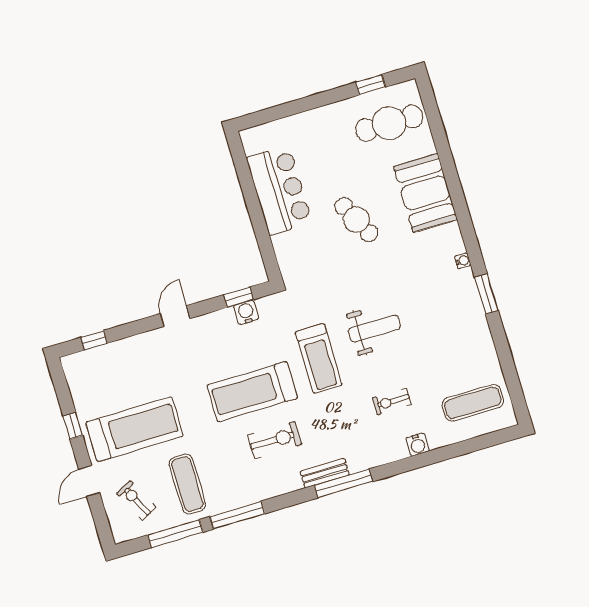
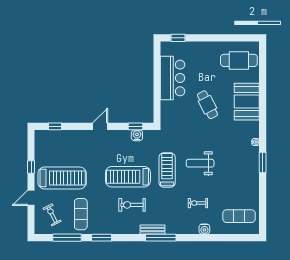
window: (370, 85) -> (178, 38), moved
weight bench: (374, 329) -> (200, 163), turned 180
treadmill: (319, 358) -> (167, 170), turned 180
exercise bike: (275, 440) -> (132, 205), turned 180
window: (237, 515) -> (102, 238), width x0.69

